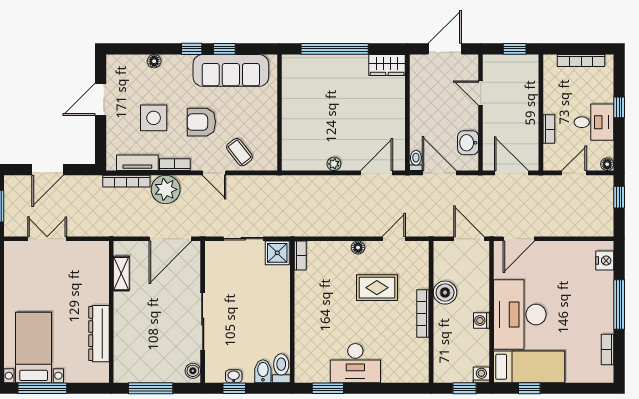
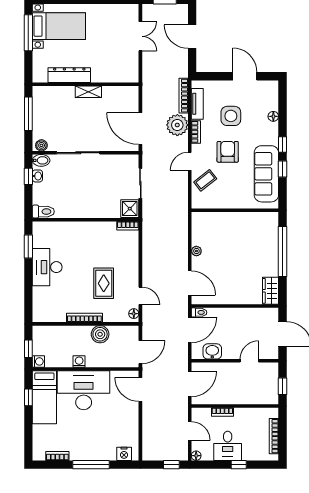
floor lamp: (358, 248) -> (134, 314), moved
shelving: (121, 274) -> (88, 92), moved
bidet: (263, 371) -> (41, 160), moved

